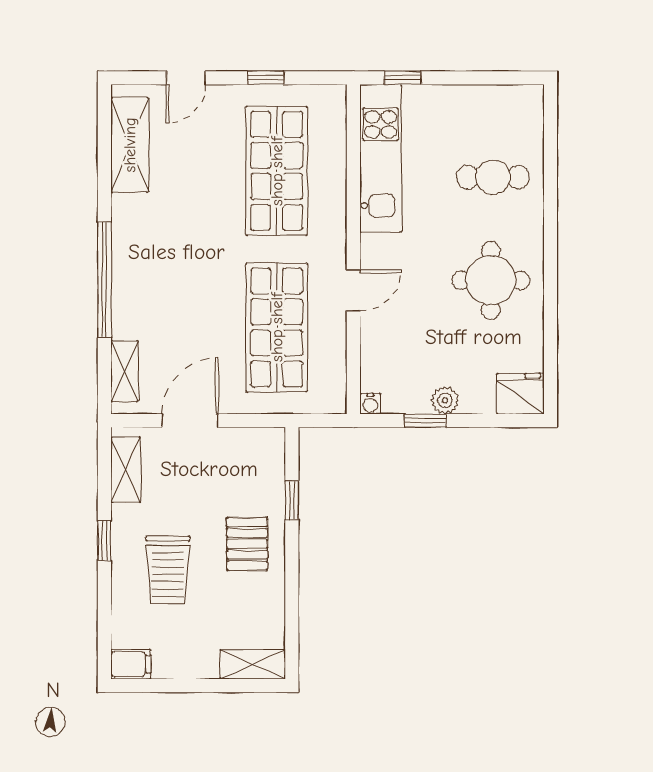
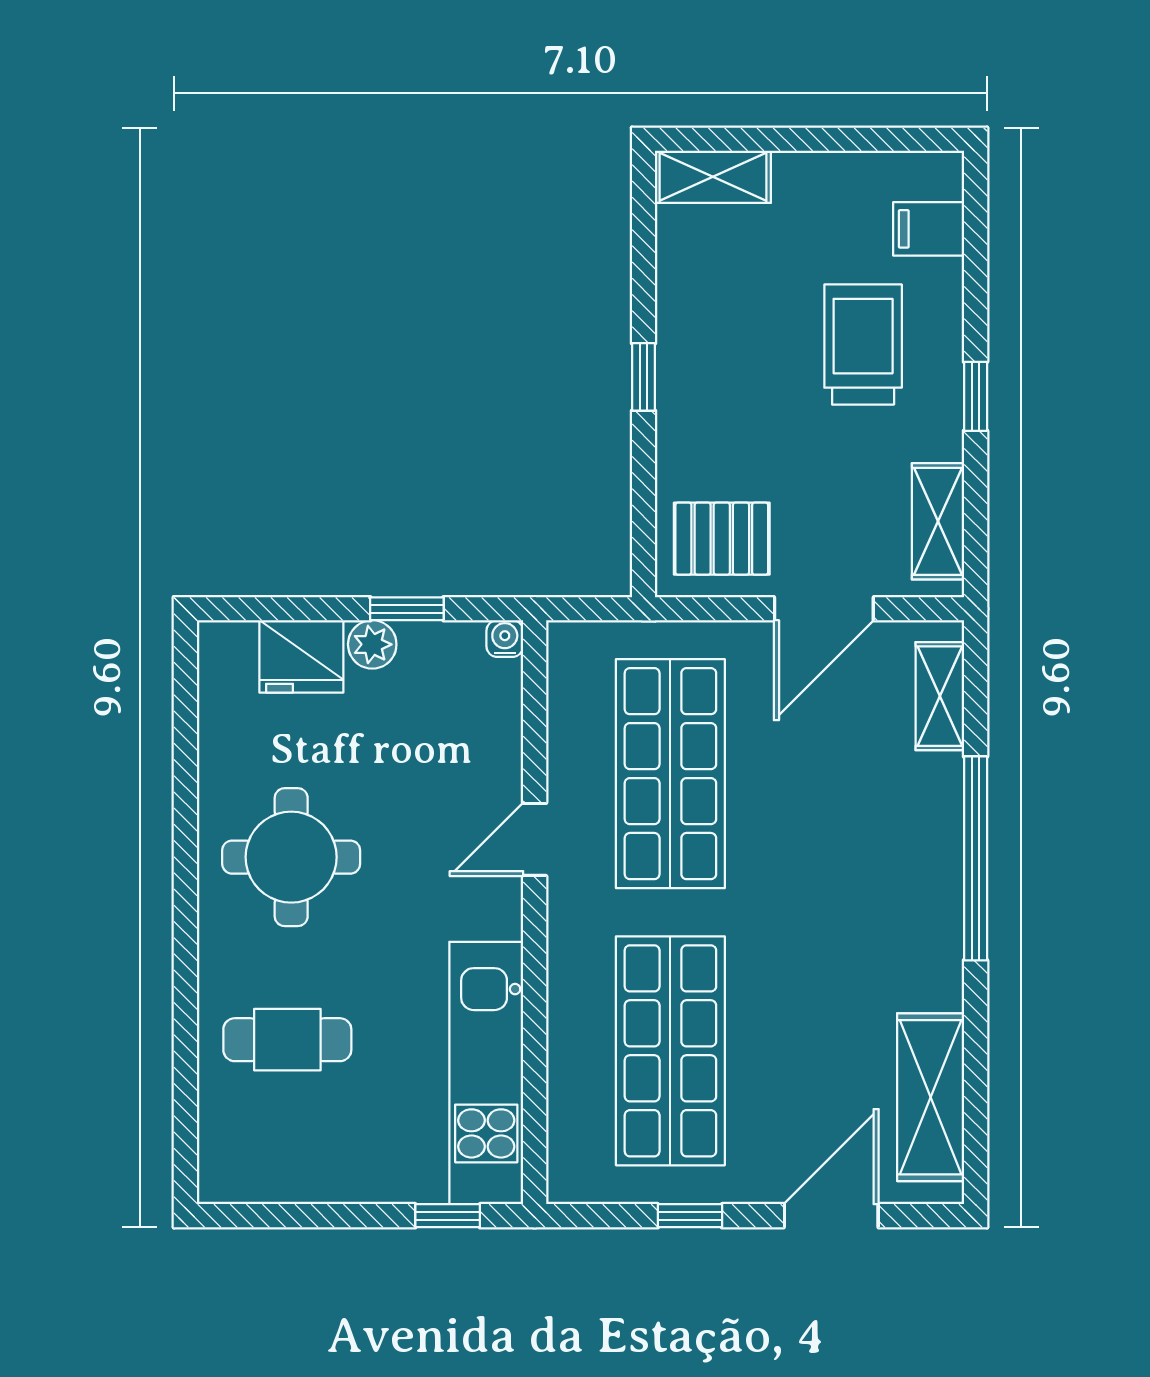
door: (186, 78) -> (831, 1216), width x1.38
fridge: (520, 394) -> (301, 656), moved
window: (292, 500) -> (643, 377), moved
pallet: (247, 544) -> (722, 539), moved, turned 90
filing cabinet: (131, 664) -> (929, 229), moved

